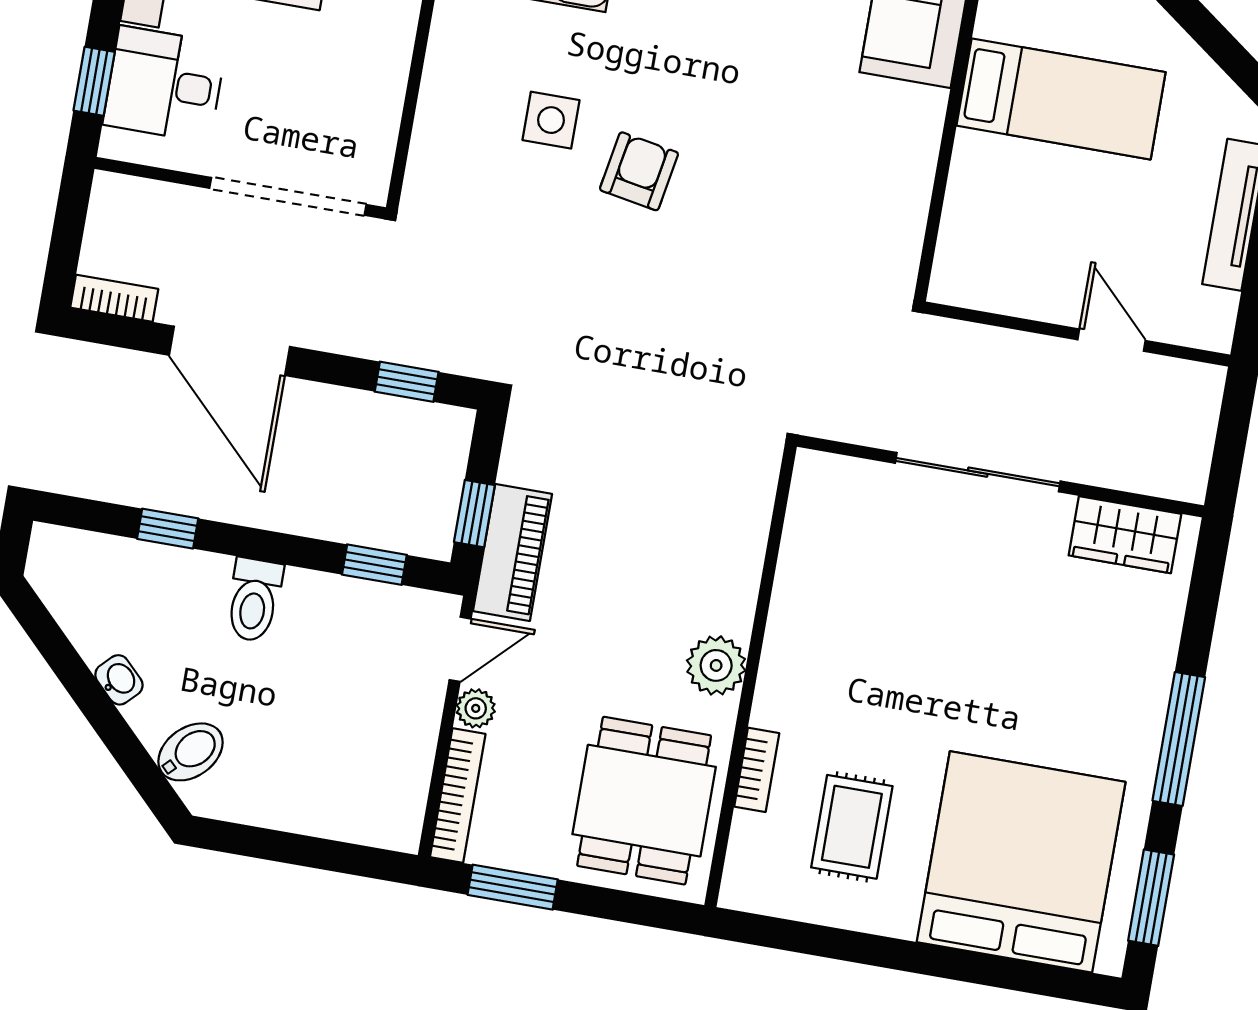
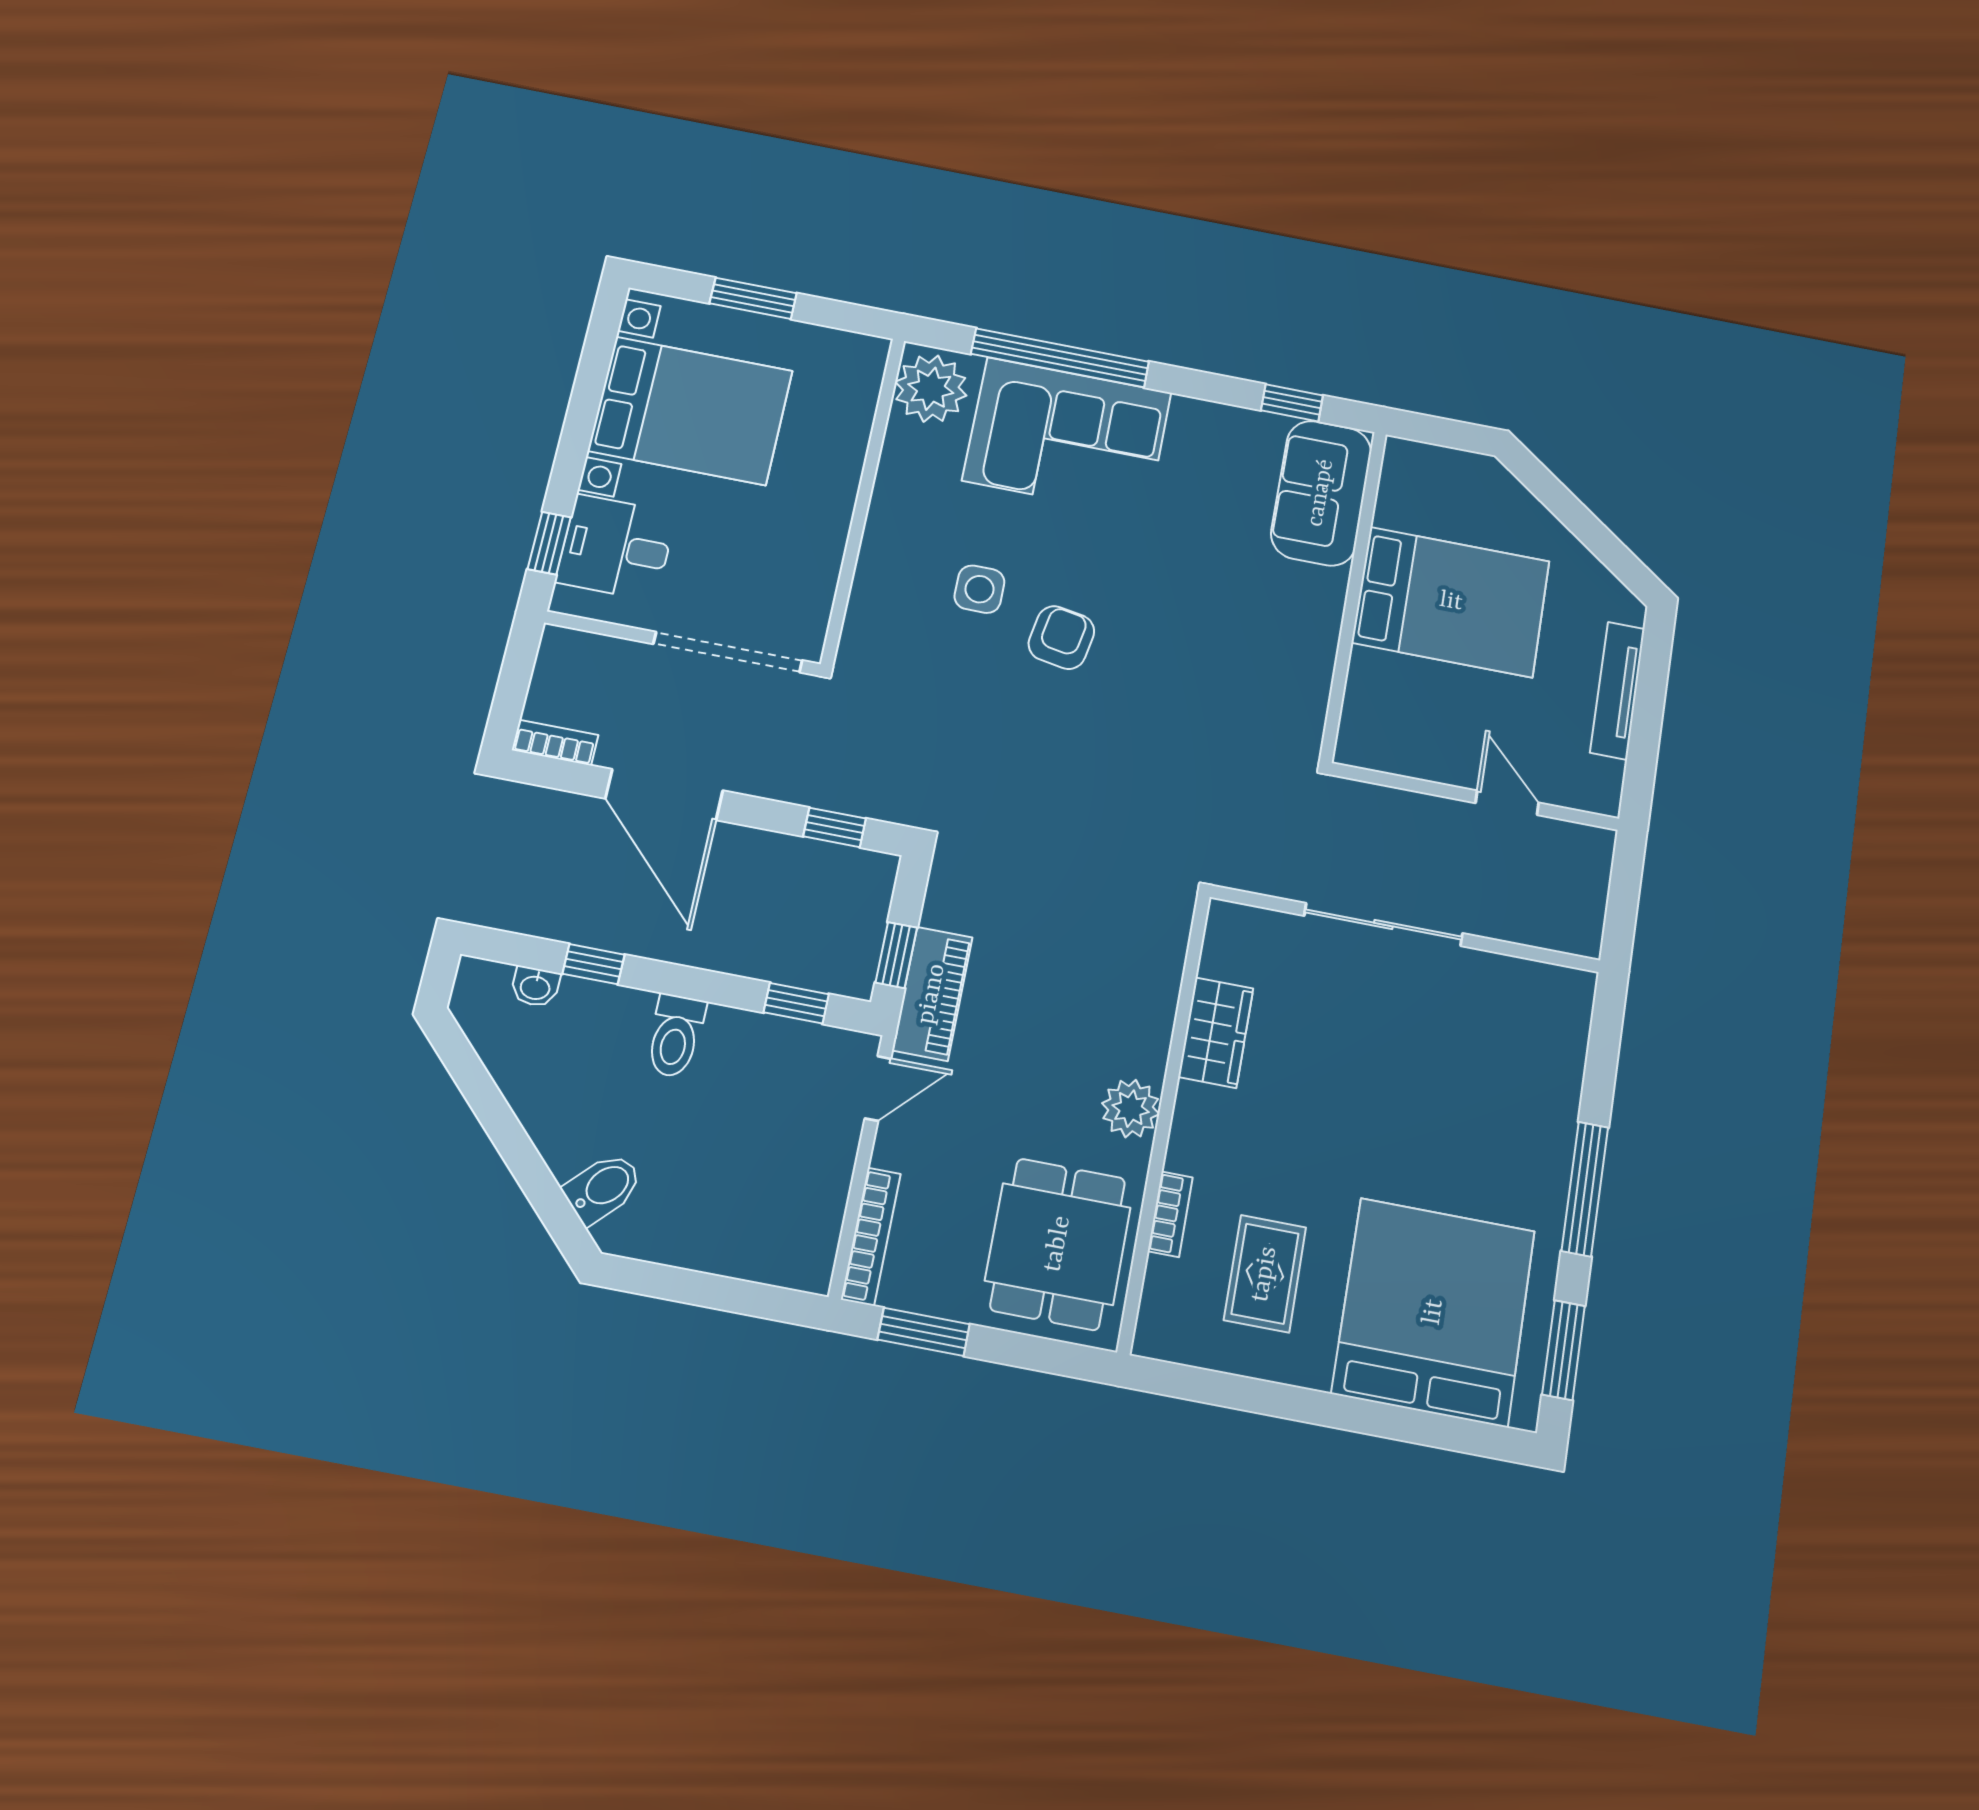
bed: (1061, 99) -> (1451, 602), width x1.50
wardrobe: (1125, 535) -> (1216, 1033), moved, turned -90
washbasin: (119, 680) -> (535, 987), moved, turned 135
plant: (476, 708) -> (892, 1148), removed

